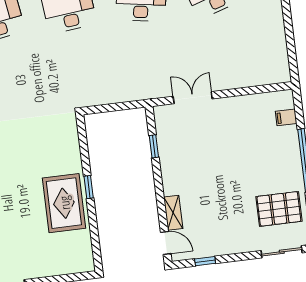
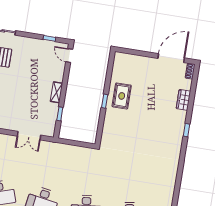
rug: (64, 203) -> (122, 96), width x0.73, depth x0.70
shelving: (173, 213) -> (56, 92), moved

